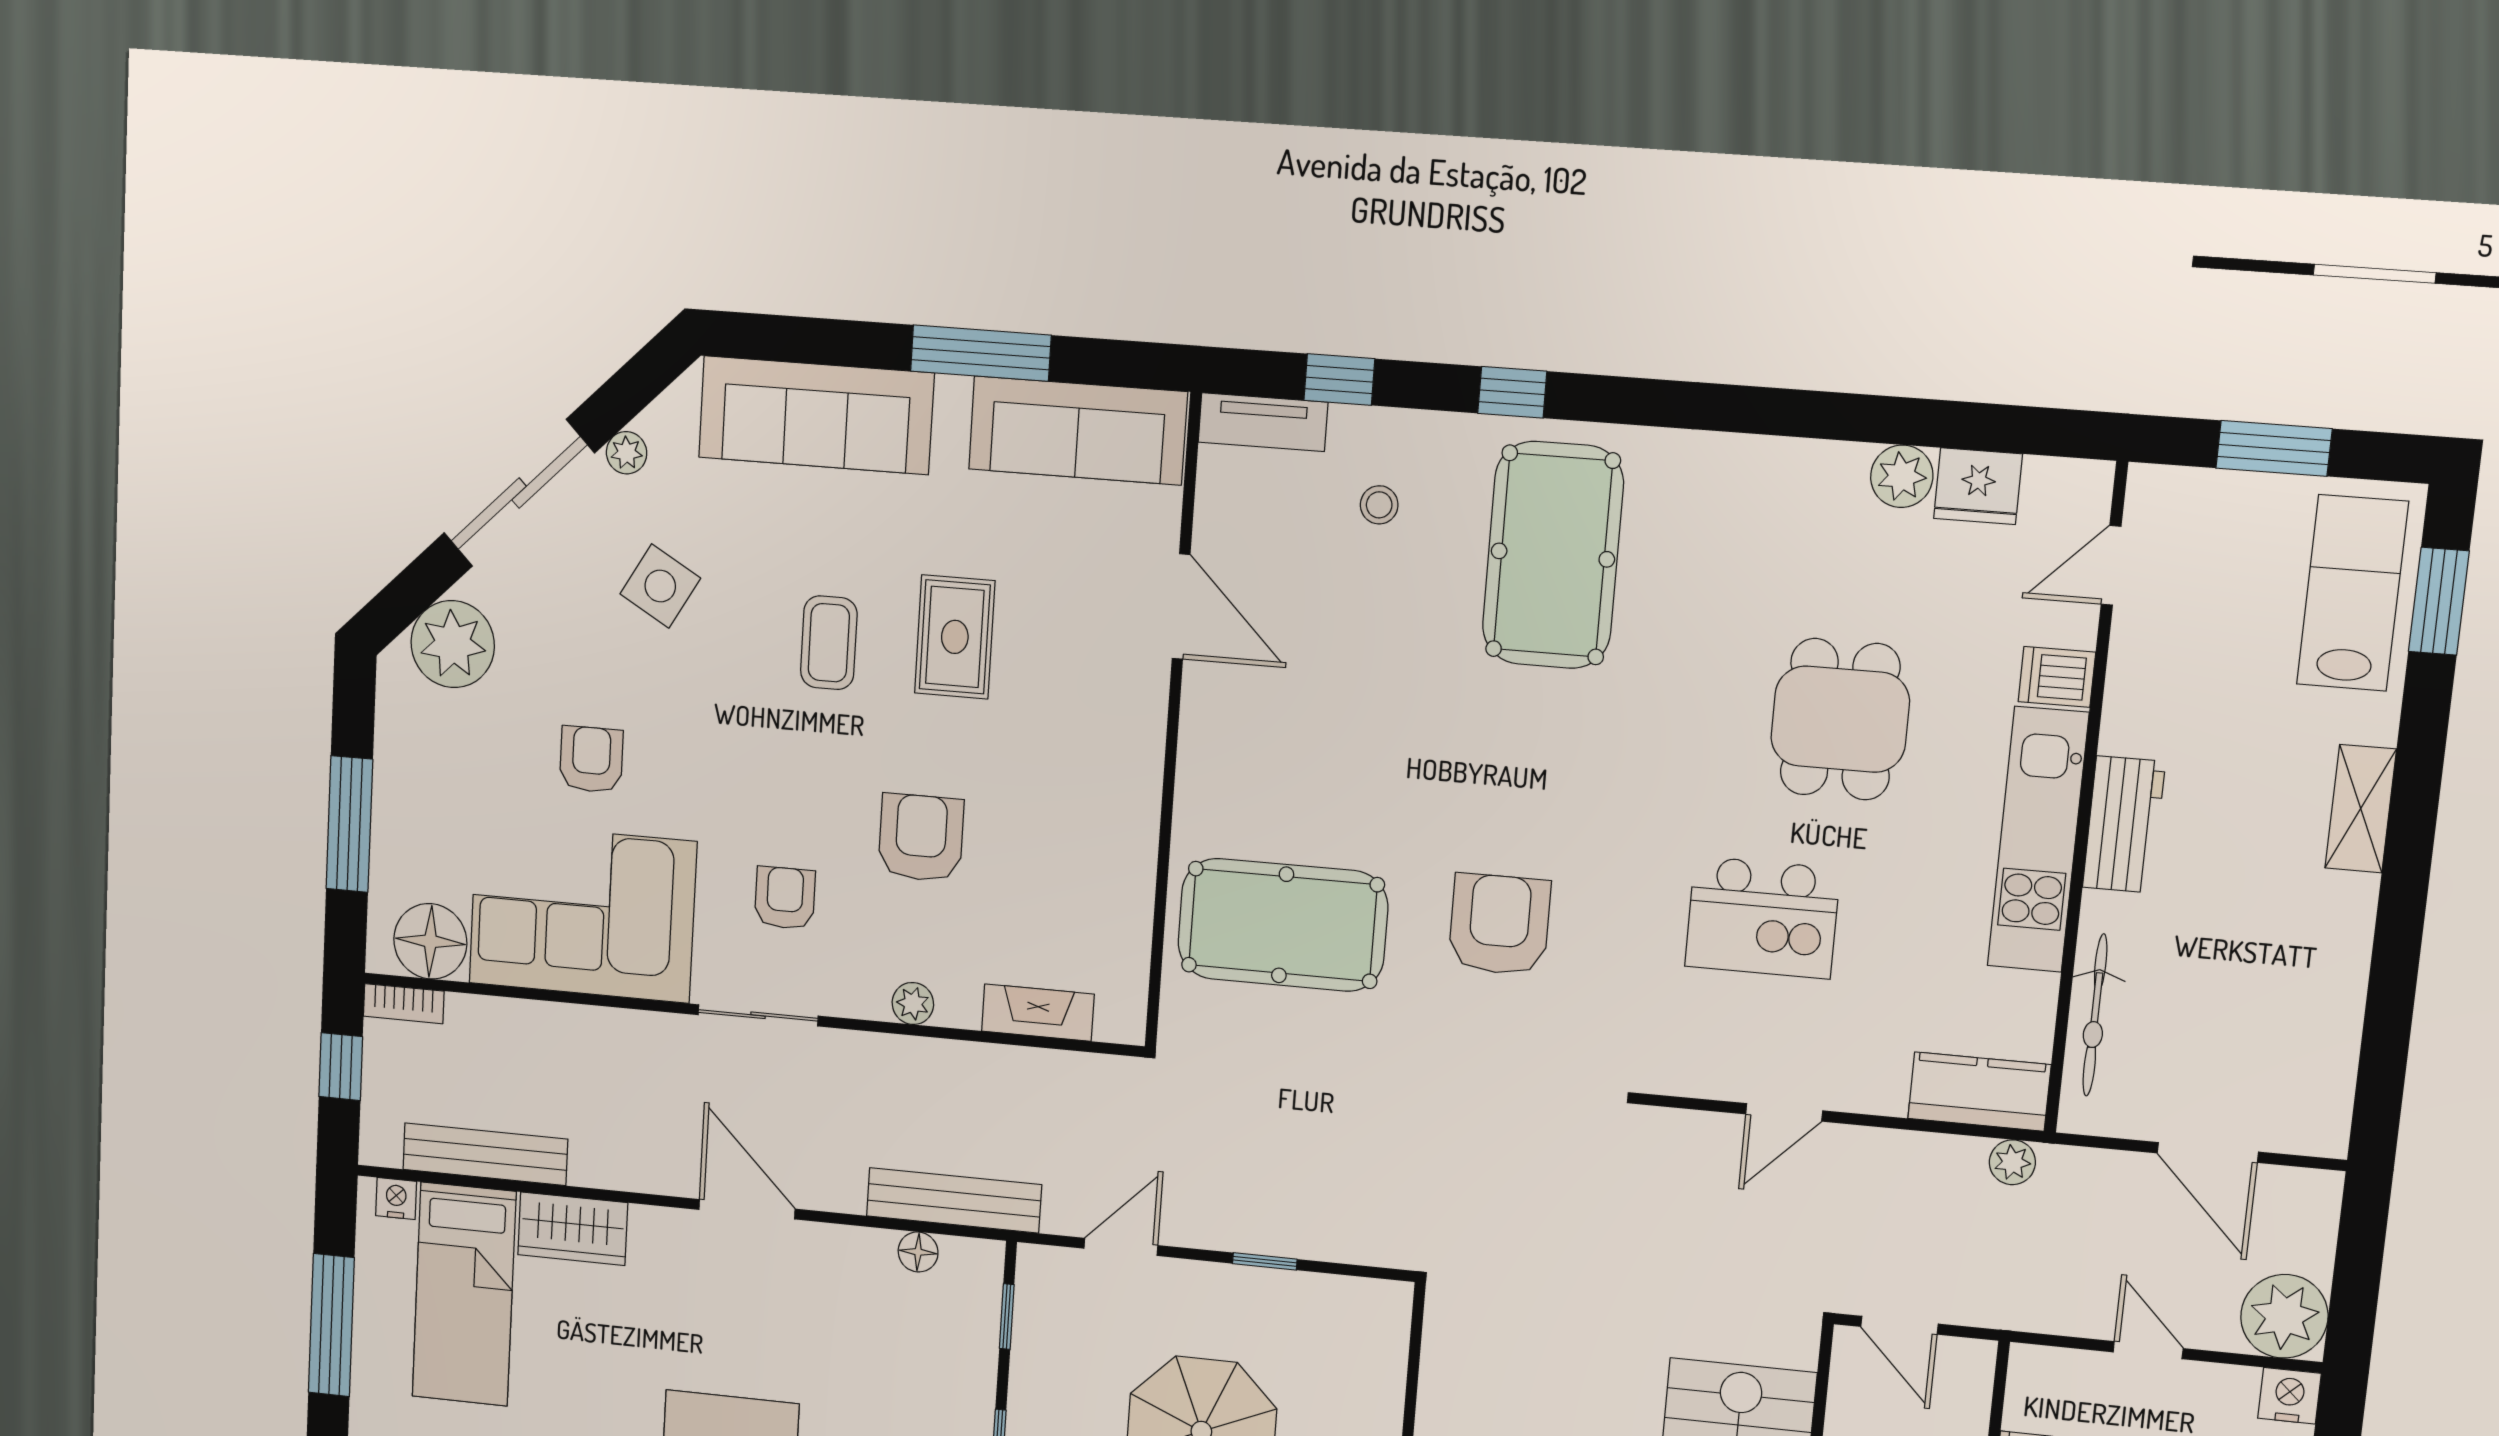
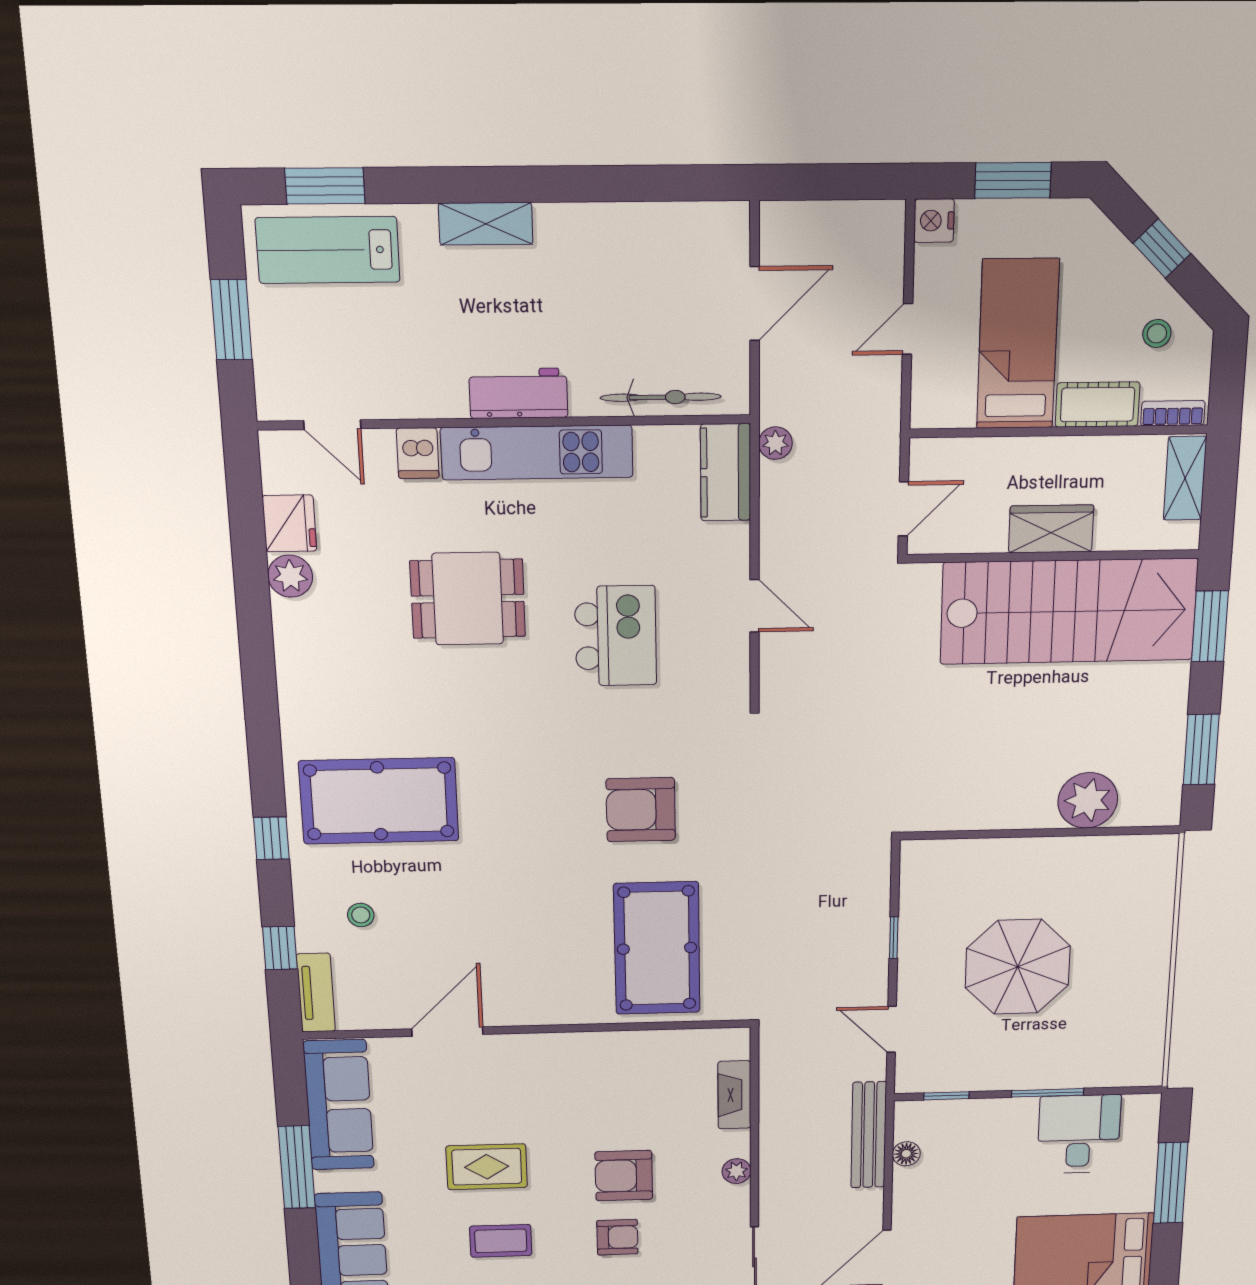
armchair: (785, 898) -> (617, 1237), moved, turned 180
plant: (2284, 1316) -> (873, 232), removed

